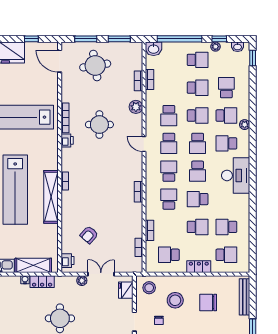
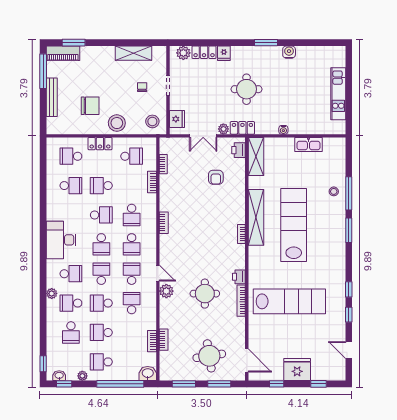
window: (219, 39) -> (64, 384), moved
plant: (136, 107) -> (166, 291), moved
school desk: (198, 171) -> (101, 244), turned 180
armchair: (89, 235) -> (216, 177), turned 138
shelving: (33, 265) -> (256, 156), moved, turned 90
locker: (42, 282) -> (242, 128), moved
bench: (245, 297) -> (52, 97), moved
stool: (175, 300) -> (117, 123), moved

